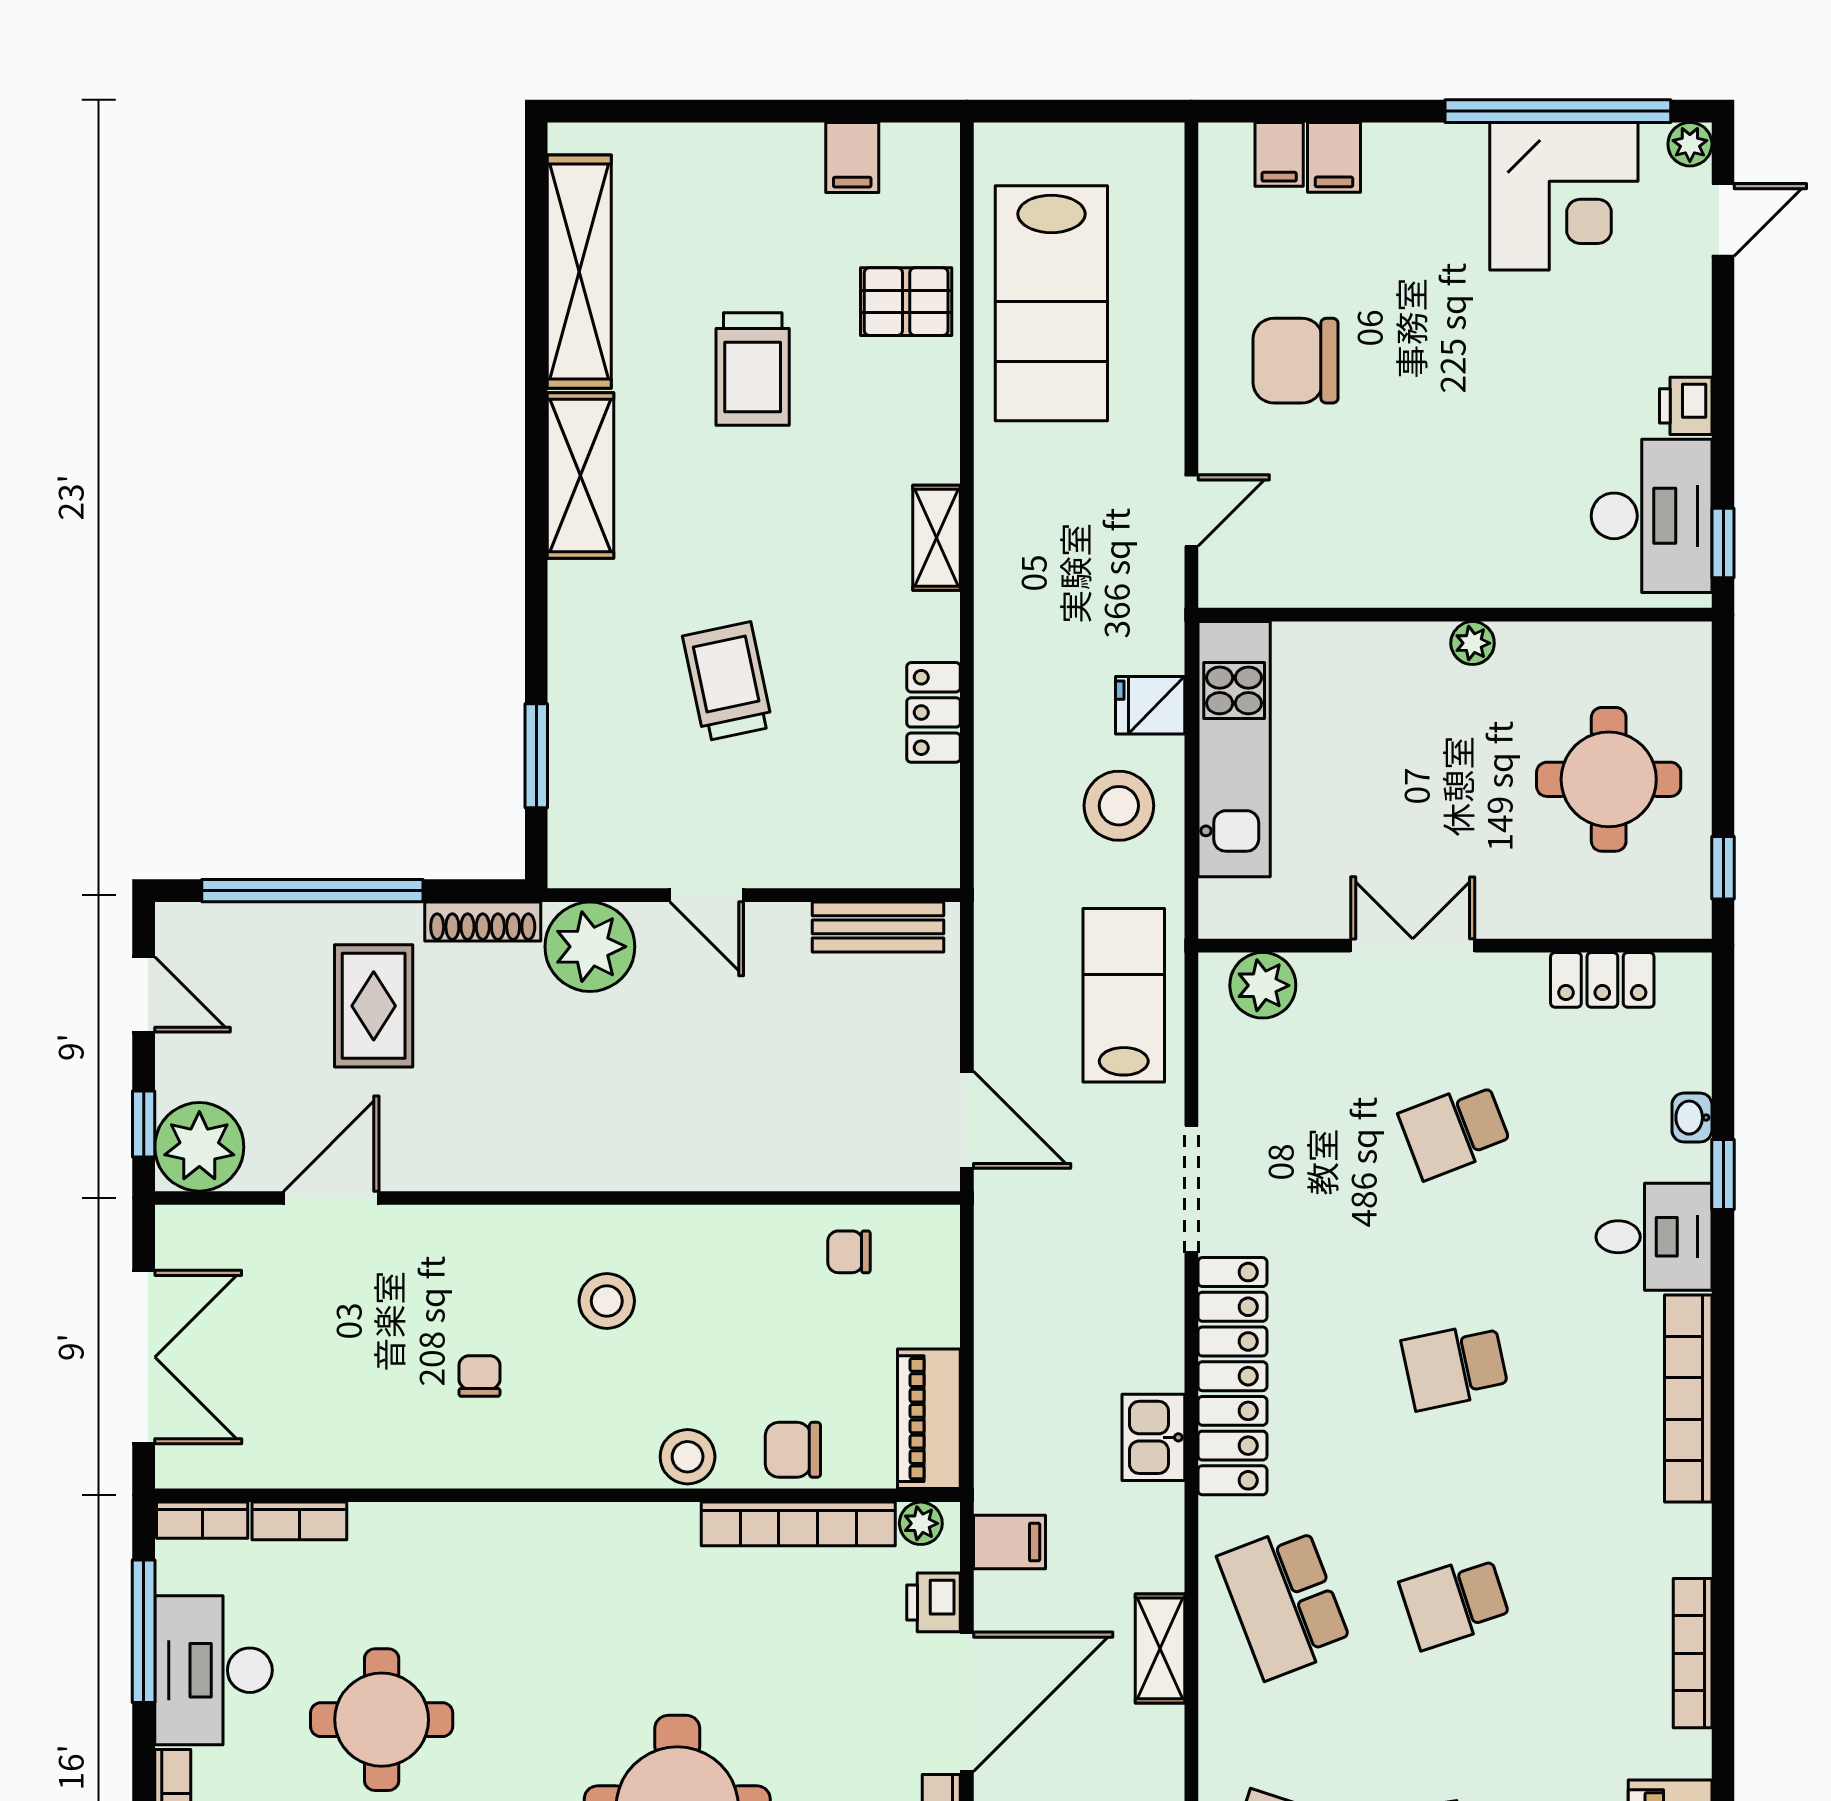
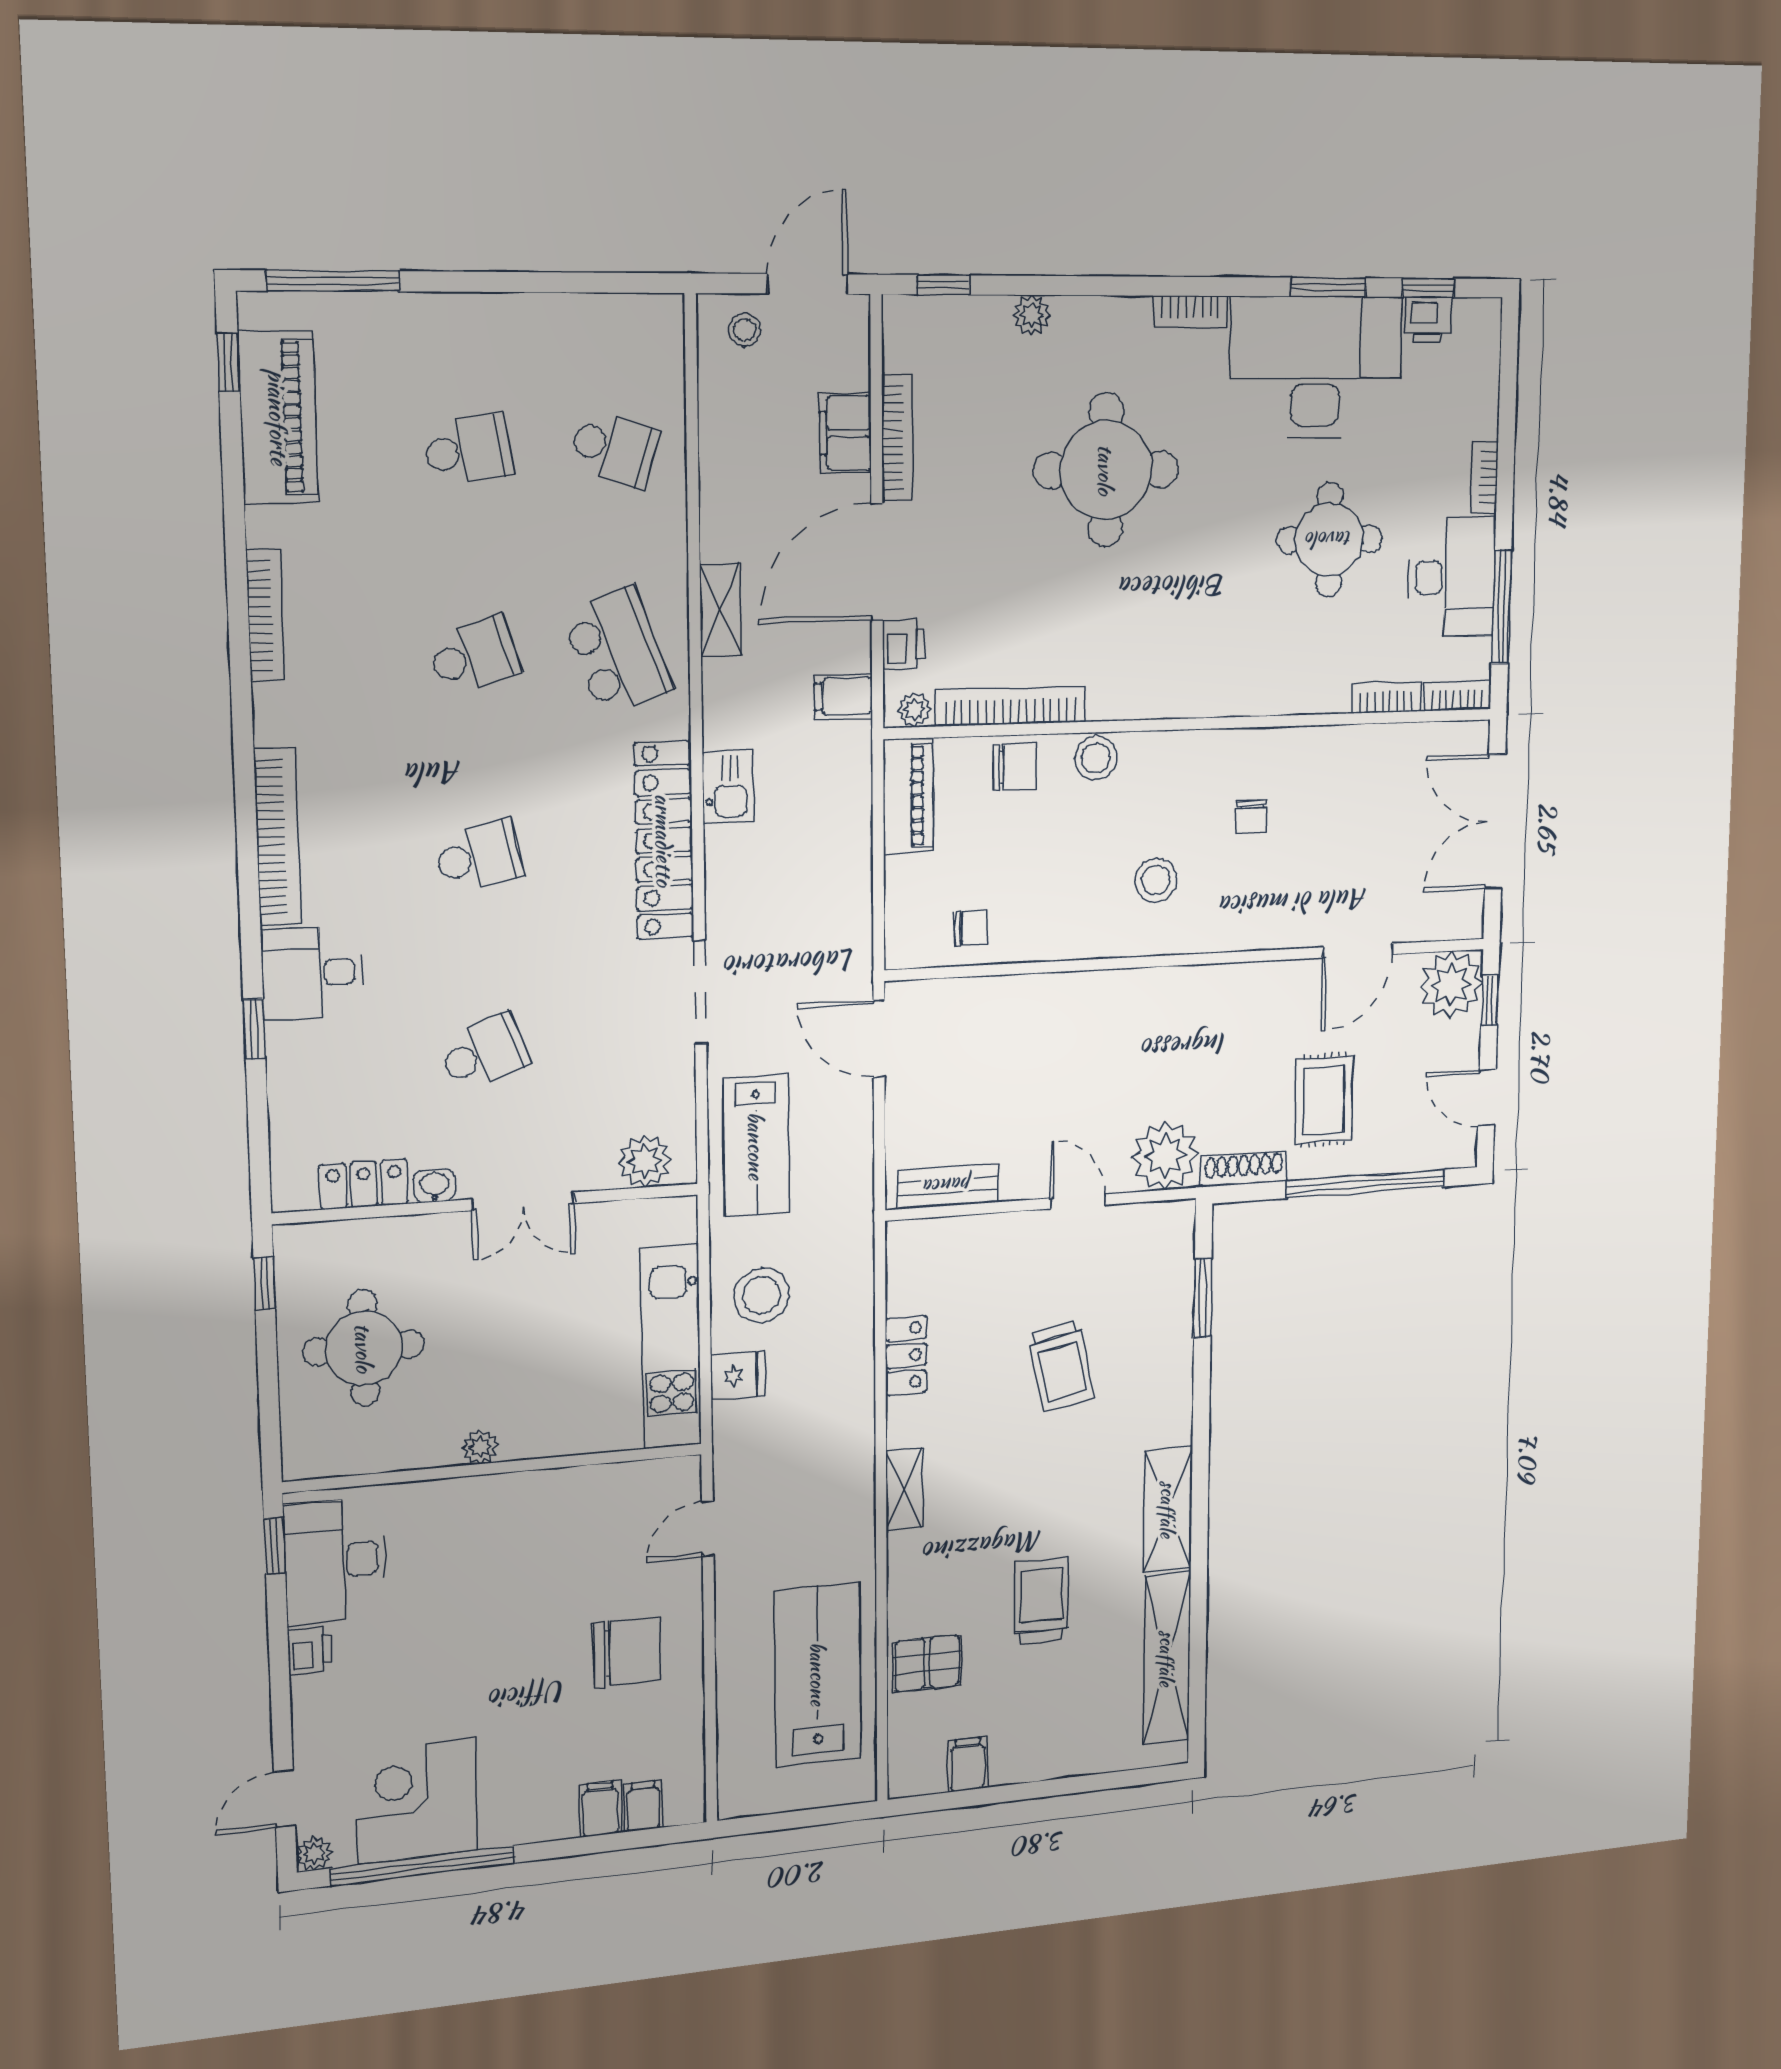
washbasin: (1692, 1118) -> (434, 1186), moved, turned -90

